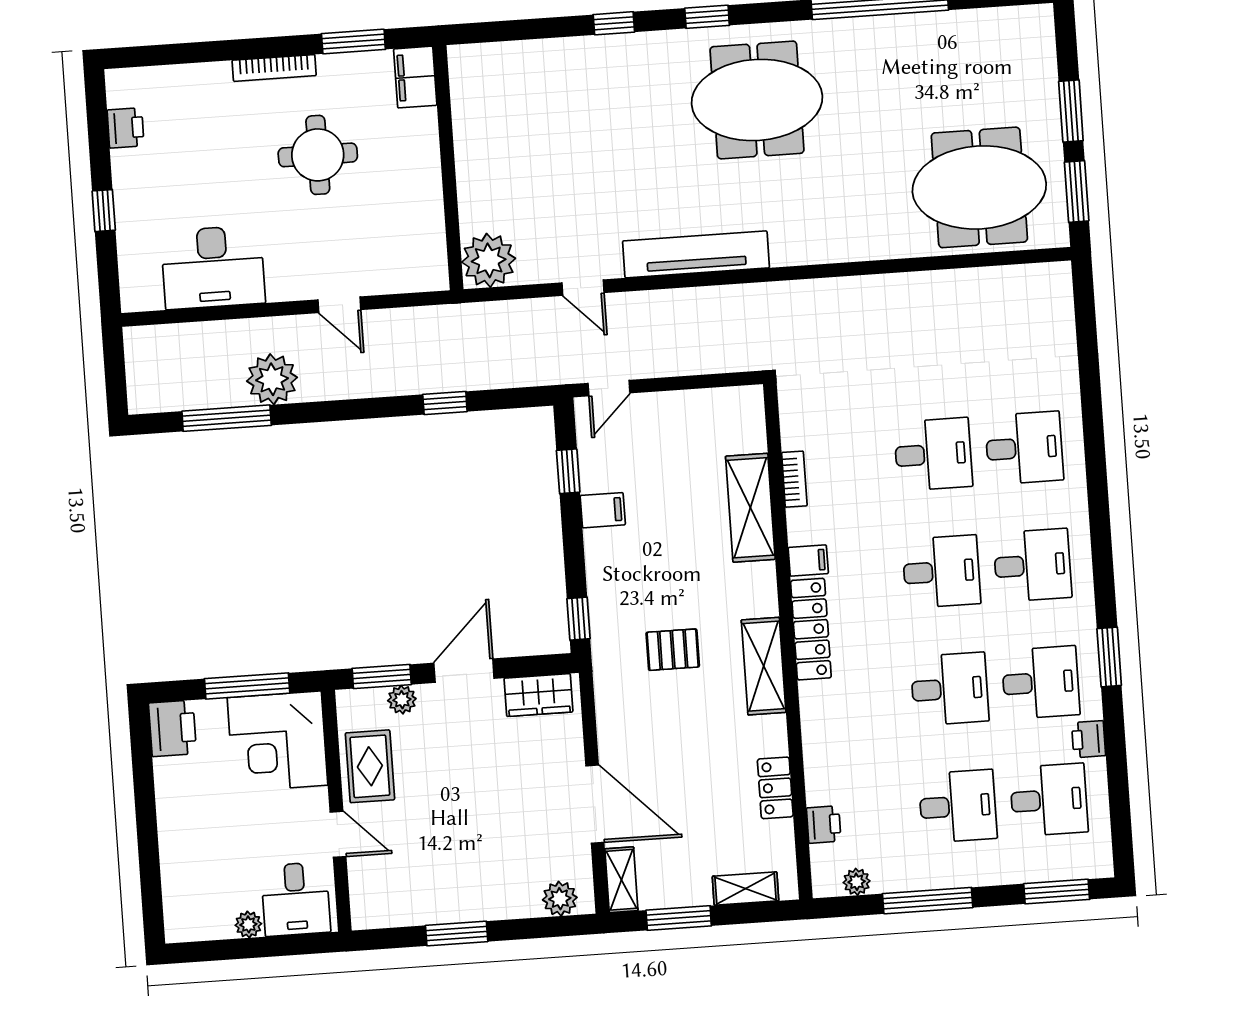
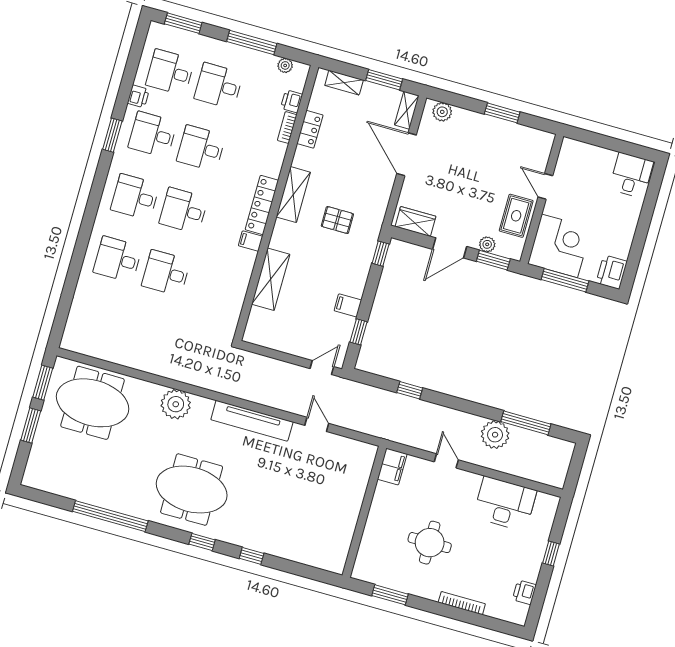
bookcase: (274, 68) -> (462, 603), moved
filing cabinet: (415, 77) -> (392, 467), moved
plant: (489, 260) -> (176, 404), moved
bookcase: (794, 479) -> (287, 128), moved
desk: (296, 899) -> (631, 175), moved
plant: (248, 924) -> (609, 156), removed

